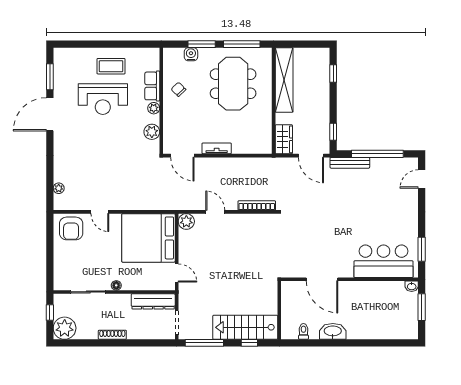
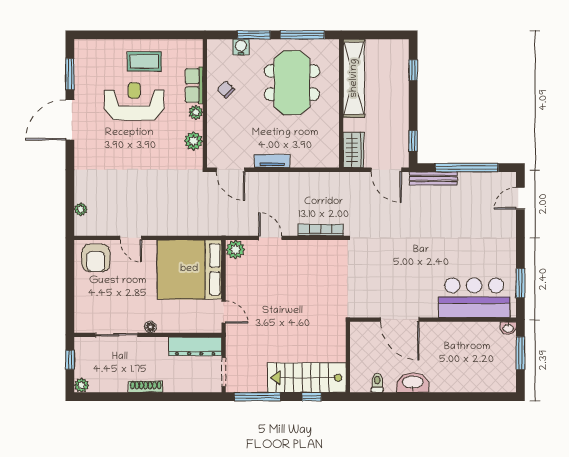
reception desk: (103, 99) -> (134, 101), turned 180
plant: (65, 328) -> (81, 385), width x0.53, depth x0.53

